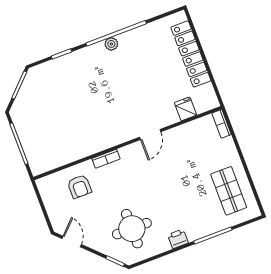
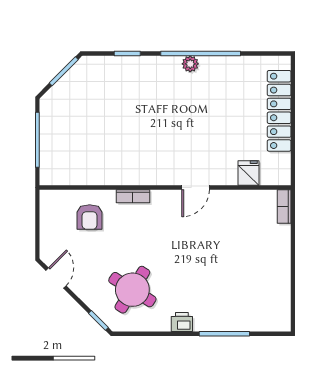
shop shelf: (229, 191) -> (263, 288), removed
round table: (132, 229) -> (132, 290), turned 32

